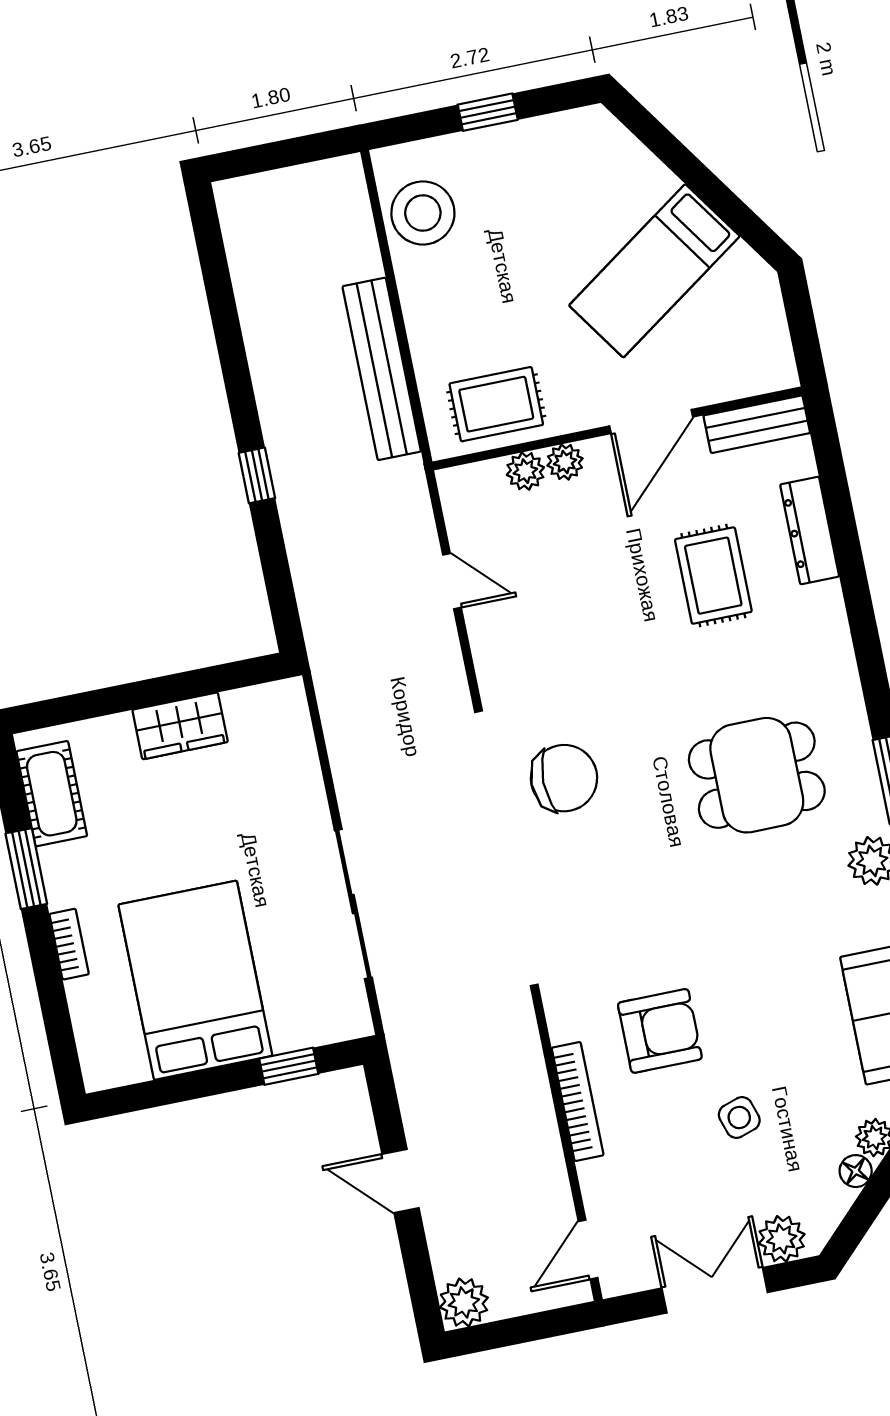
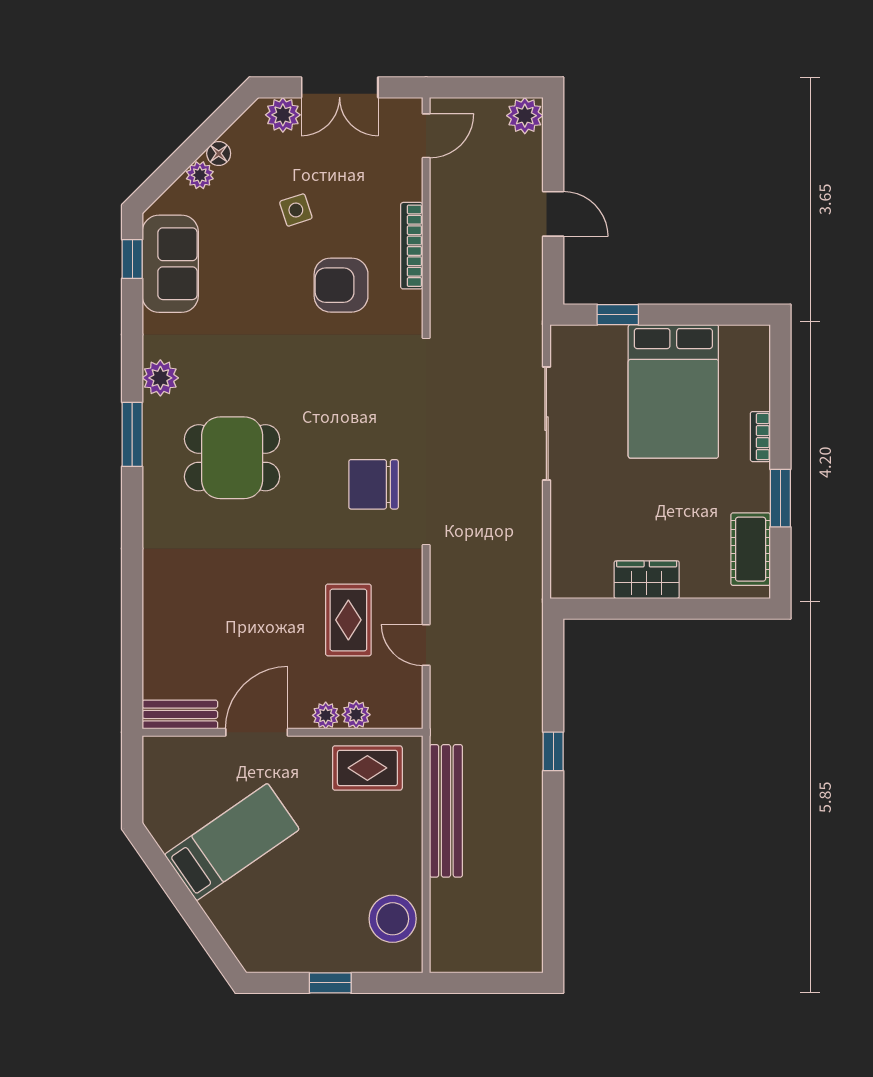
dresser: (810, 530) -> (157, 629), removed
rug: (713, 576) -> (348, 620), moved

